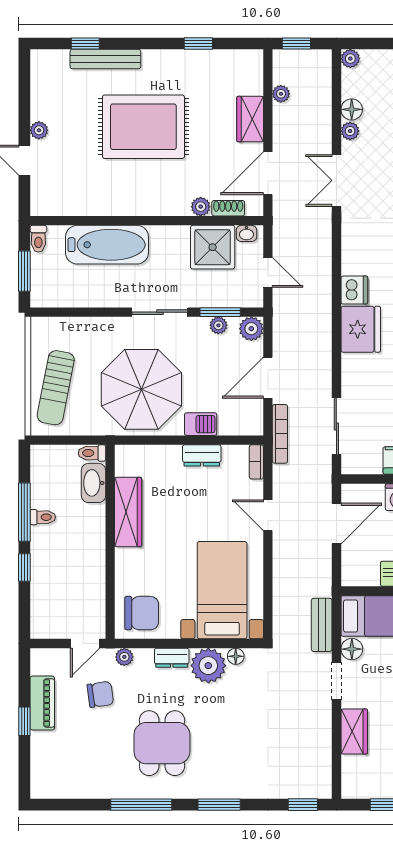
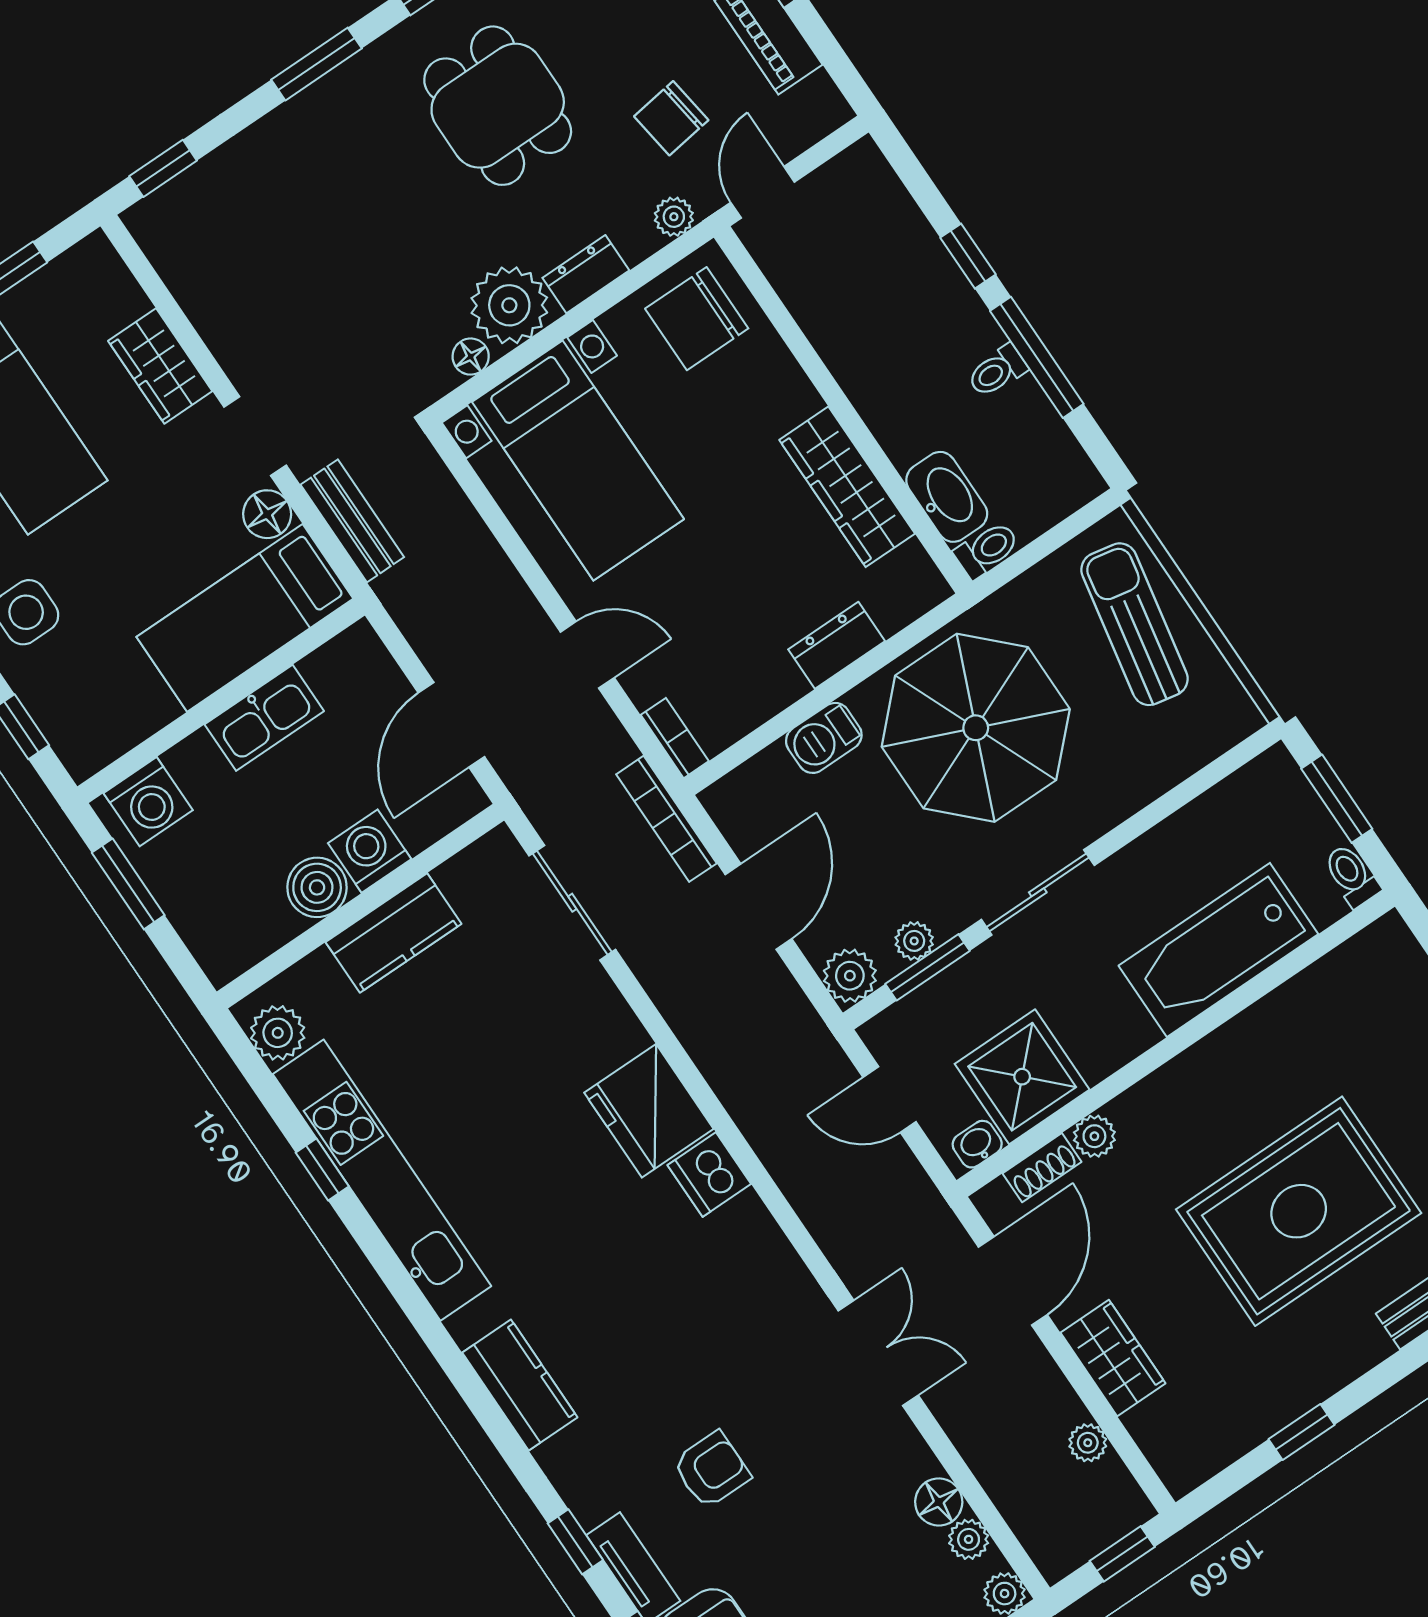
plant: (350, 131) -> (969, 1539), moved
dresser: (202, 455) -> (837, 645), moved

